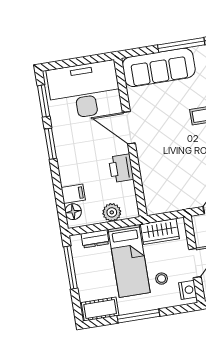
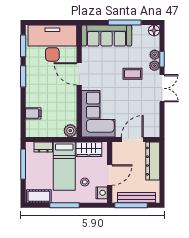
printer: (121, 168) -> (69, 101), removed
corner sofa: (165, 179) -> (98, 114), added
floor lamp: (73, 212) -> (31, 126), removed
plant: (112, 212) -> (70, 131), moved

